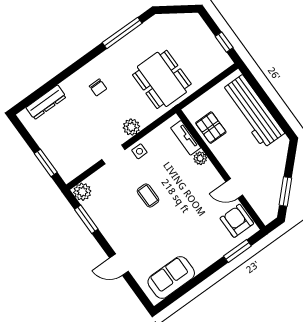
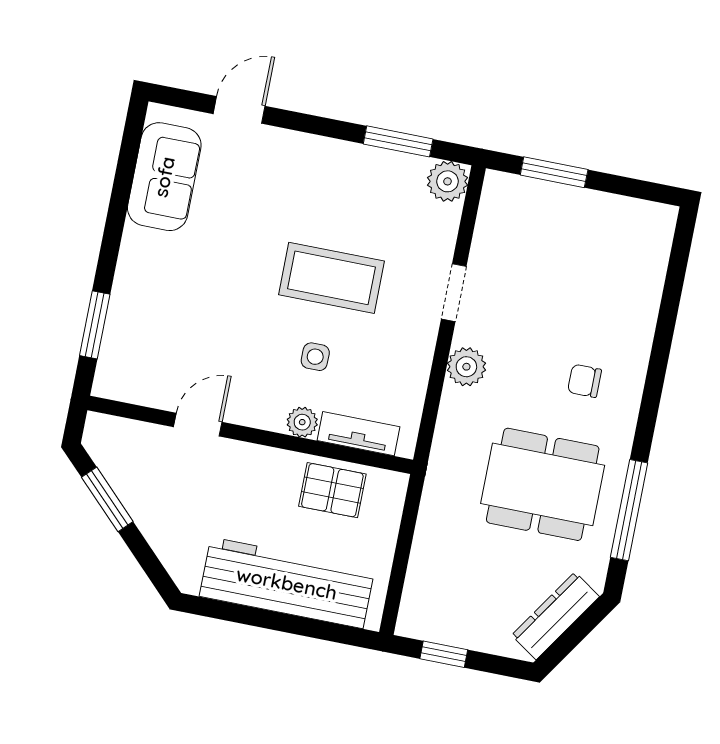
dining table: (162, 79) -> (543, 484), moved
dresser: (46, 102) -> (555, 616), moved, turned 34
side table: (139, 151) -> (315, 357), moved
coffee table: (148, 195) -> (332, 278), width x1.86, depth x1.72
armchair: (237, 221) -> (143, 374), removed
door: (119, 265) -> (239, 110), moved

